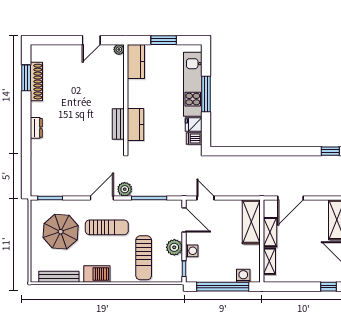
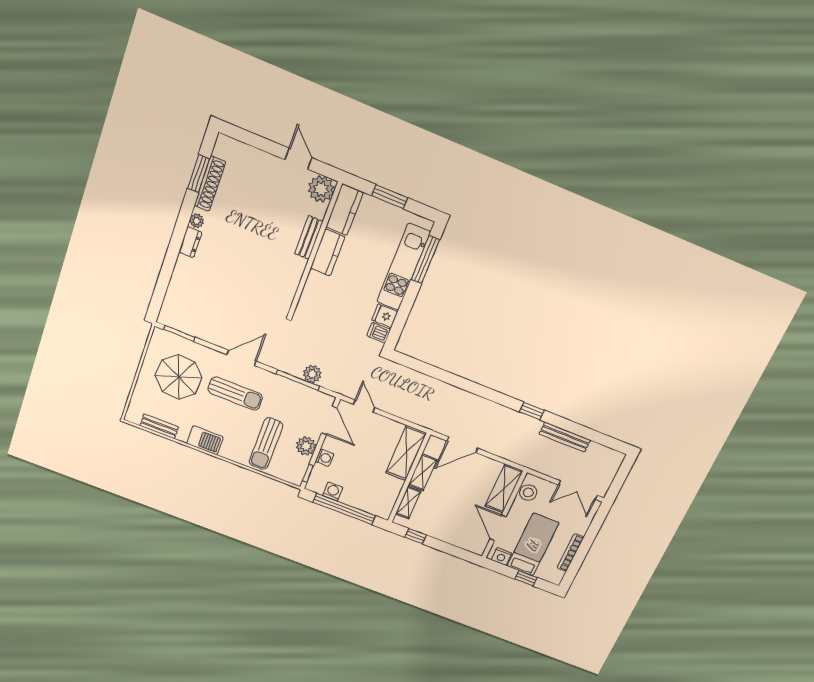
door: (91, 40) -> (298, 159), swing flipped
plant: (119, 49) -> (321, 189), width x1.88, depth x1.88
window: (206, 94) -> (425, 260), moved
plant: (36, 111) -> (197, 221), added
bench: (118, 124) -> (309, 237), moved
kitchen counter: (135, 124) -> (328, 253), moved
plant: (125, 189) -> (312, 374), moved
washing machine: (243, 276) -> (333, 491), moved
bench: (59, 277) -> (159, 426), width x0.73
window: (329, 287) -> (416, 536), moved

